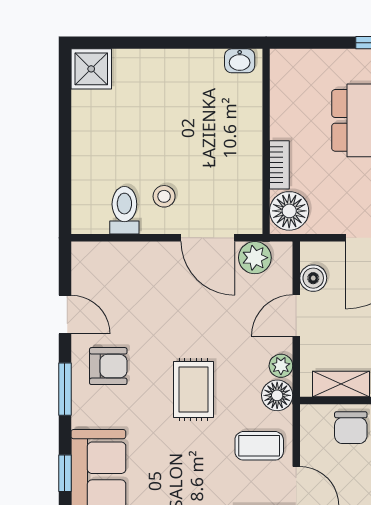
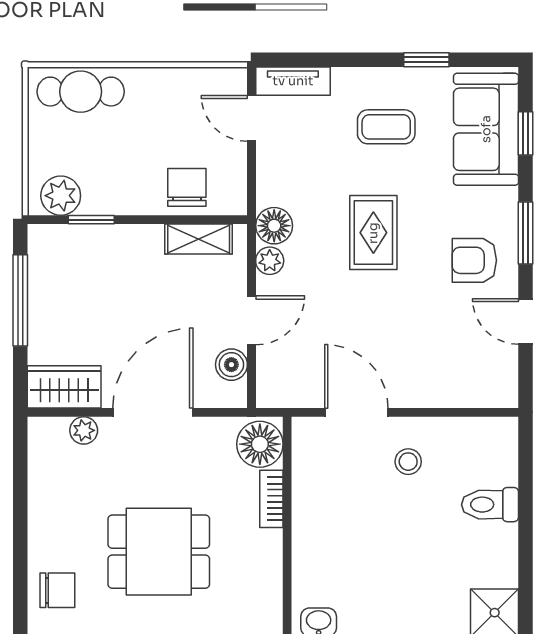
toilet: (124, 210) -> (490, 505), moved, turned 90
plant: (255, 258) -> (301, 389), removed
coffee table: (259, 446) -> (386, 127), moved

